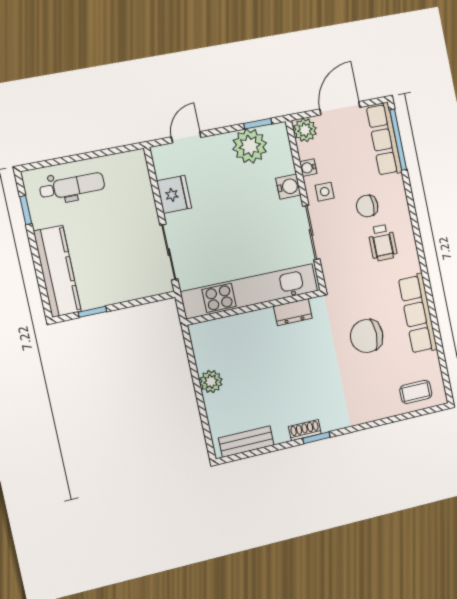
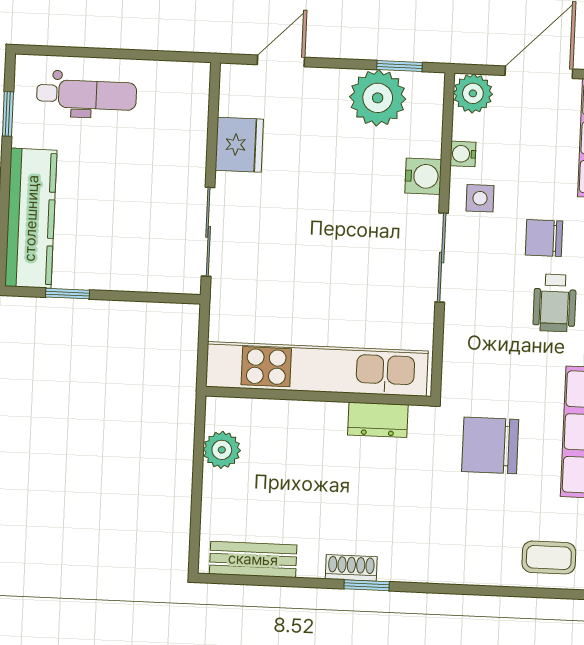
kitchen unit: (249, 291) -> (317, 369), moved
wall: (254, 307) -> (318, 396), moved
dresser: (293, 312) -> (378, 420), moved

